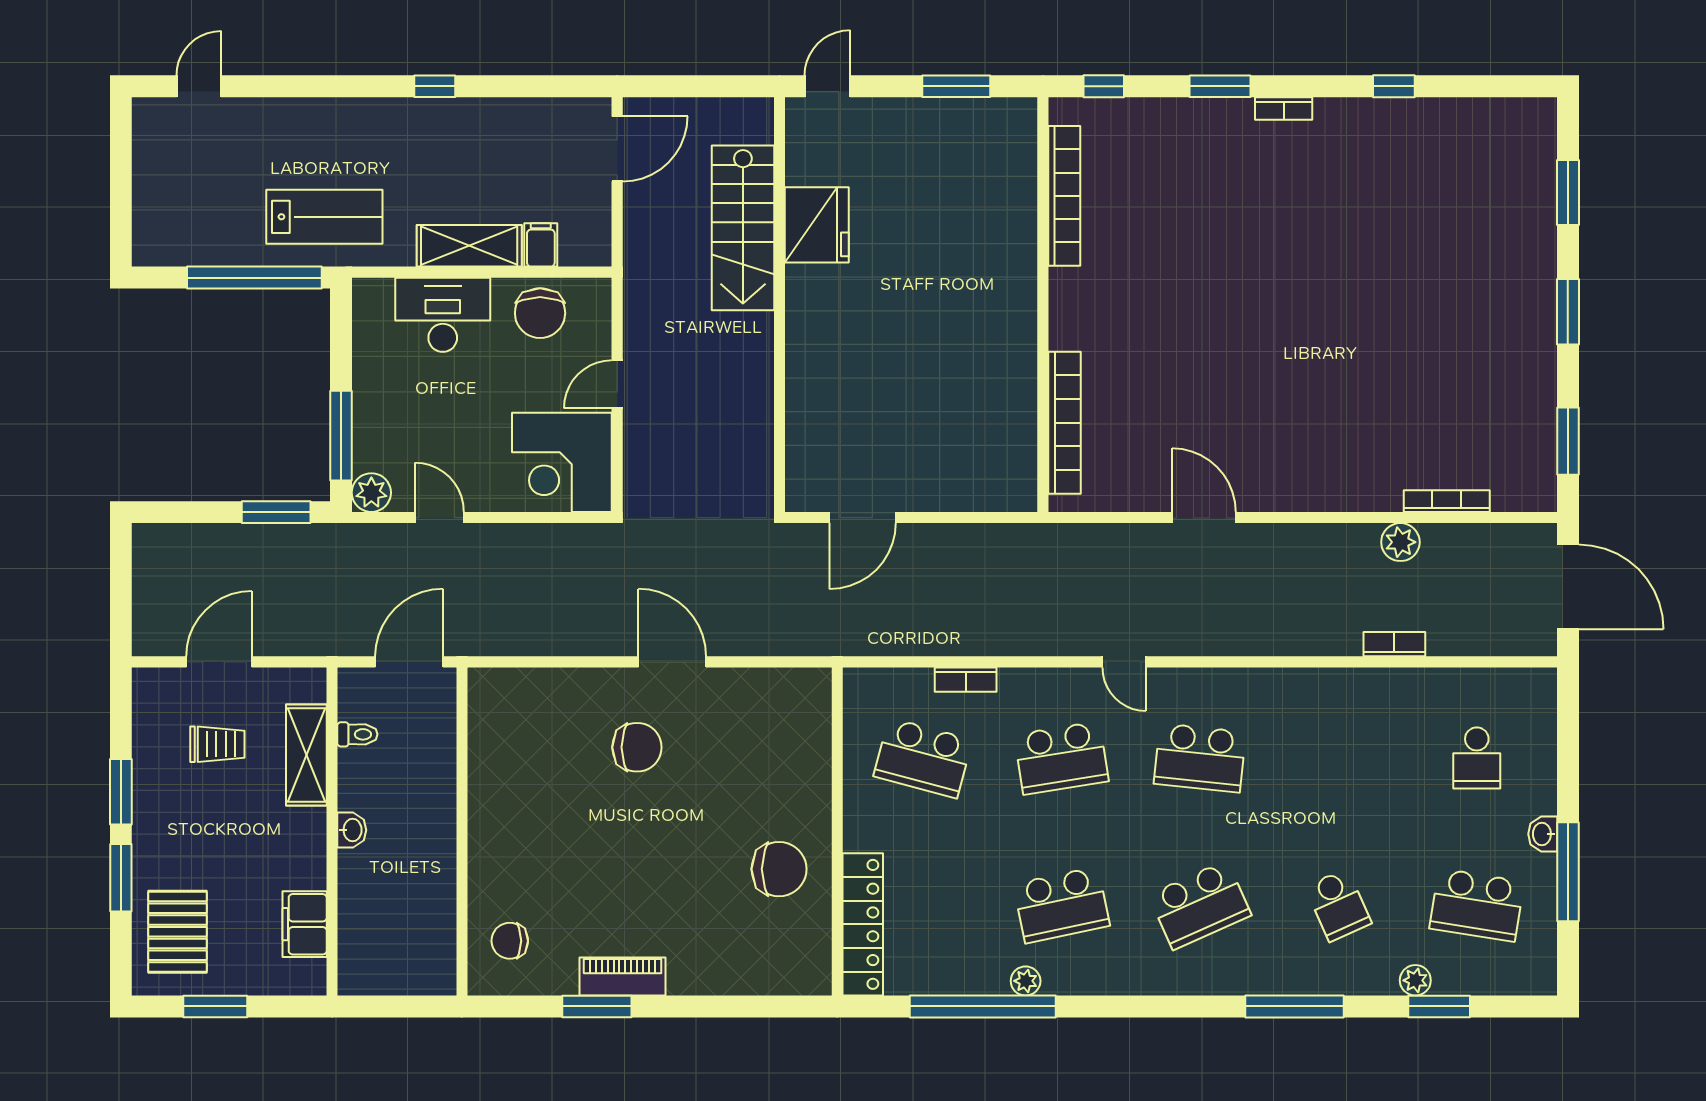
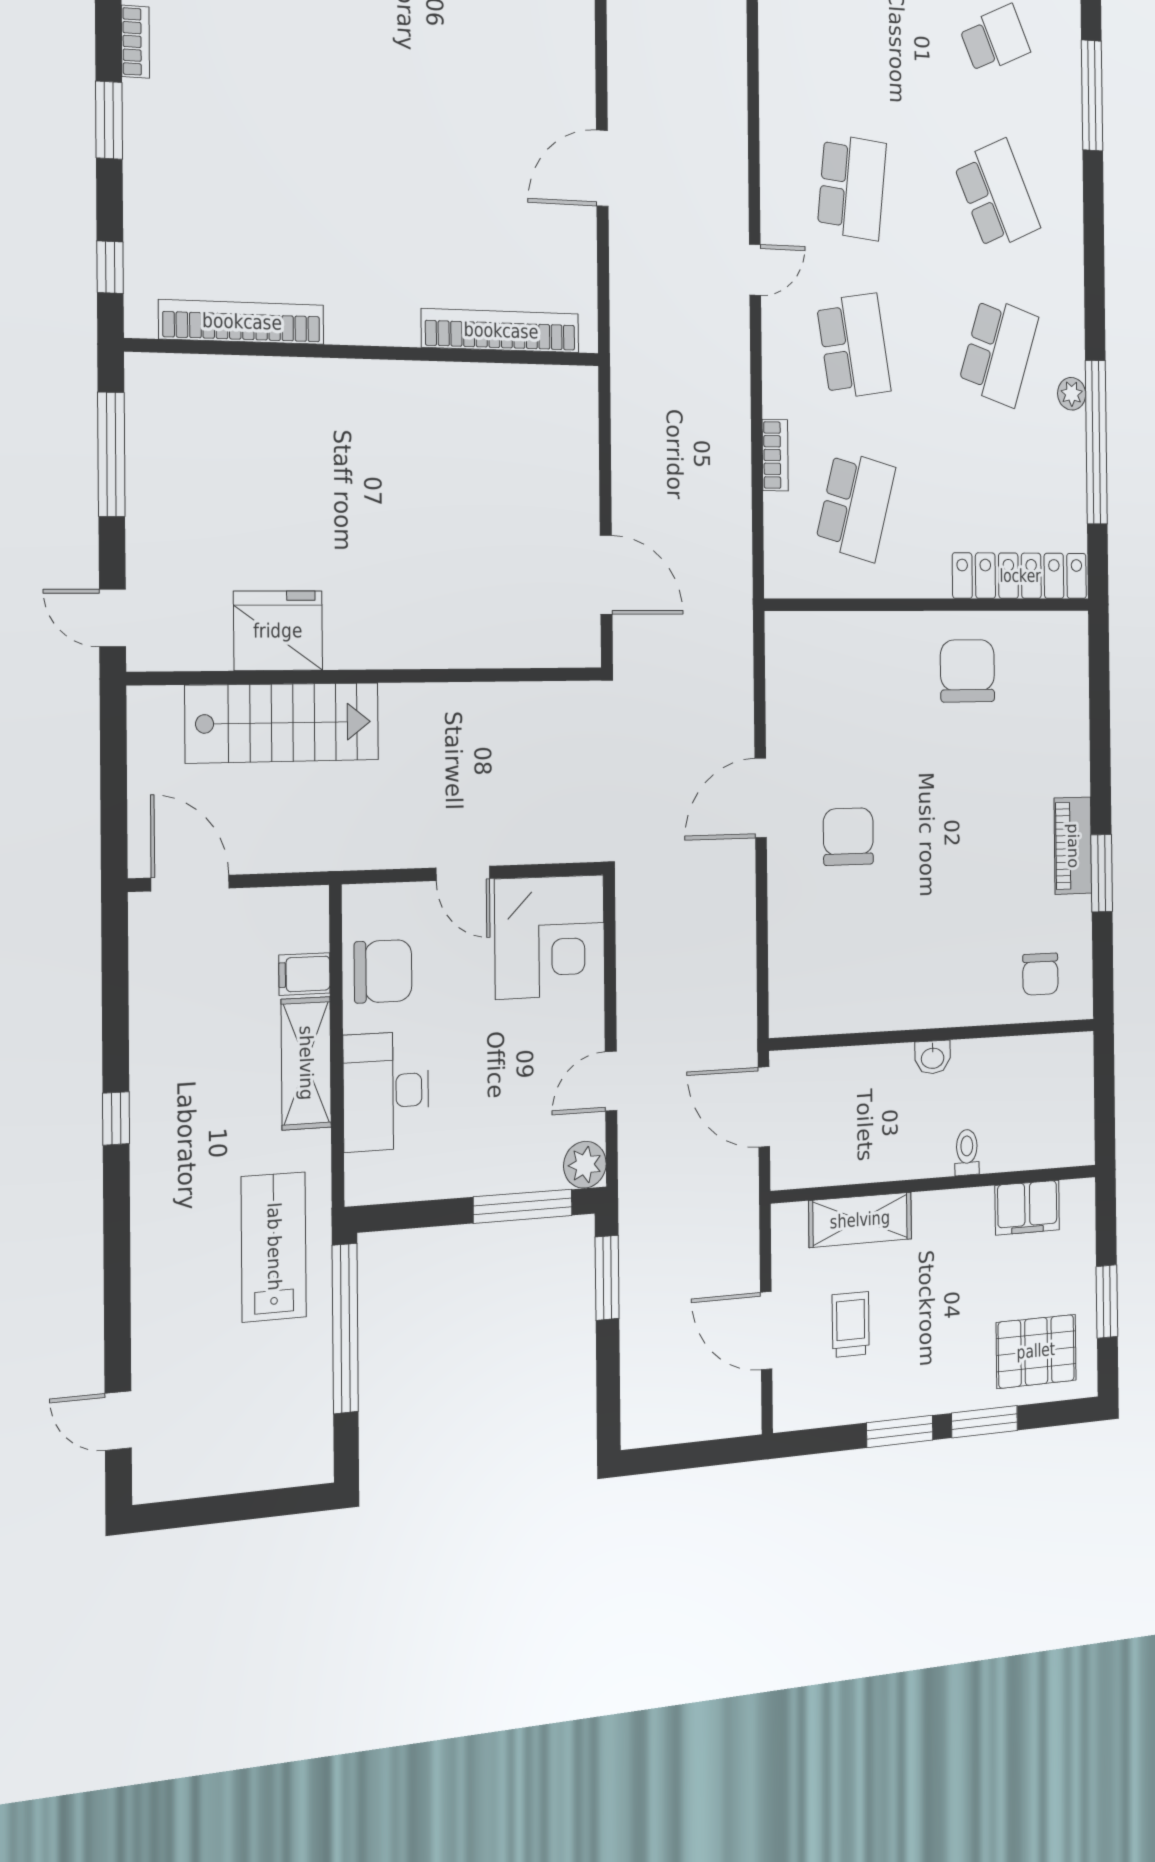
window: (956, 86) -> (111, 454), width x1.44
toilet: (357, 734) -> (967, 1152), moved
washbasin: (352, 830) -> (933, 1057), moved, turned 180
school desk: (1061, 905) -> (999, 351), turned 30

